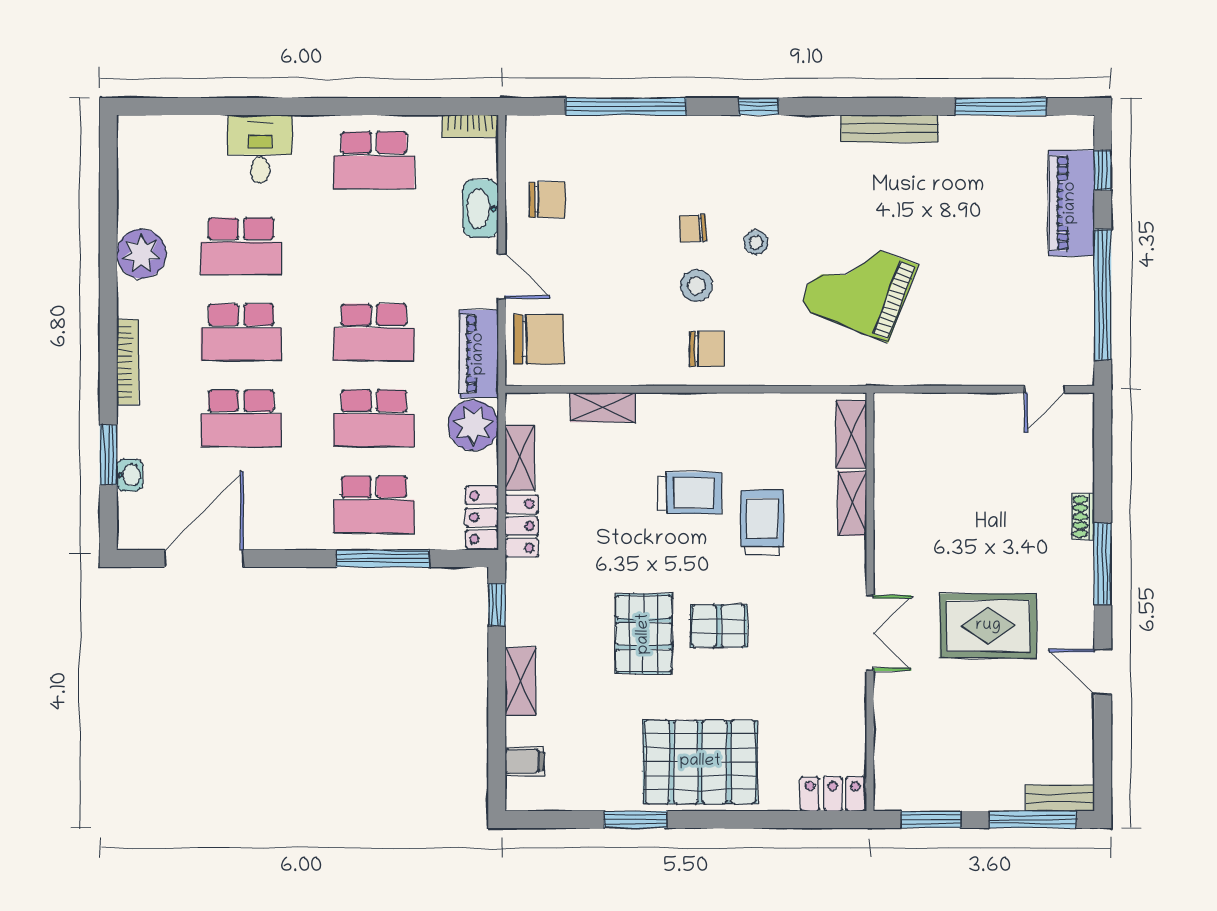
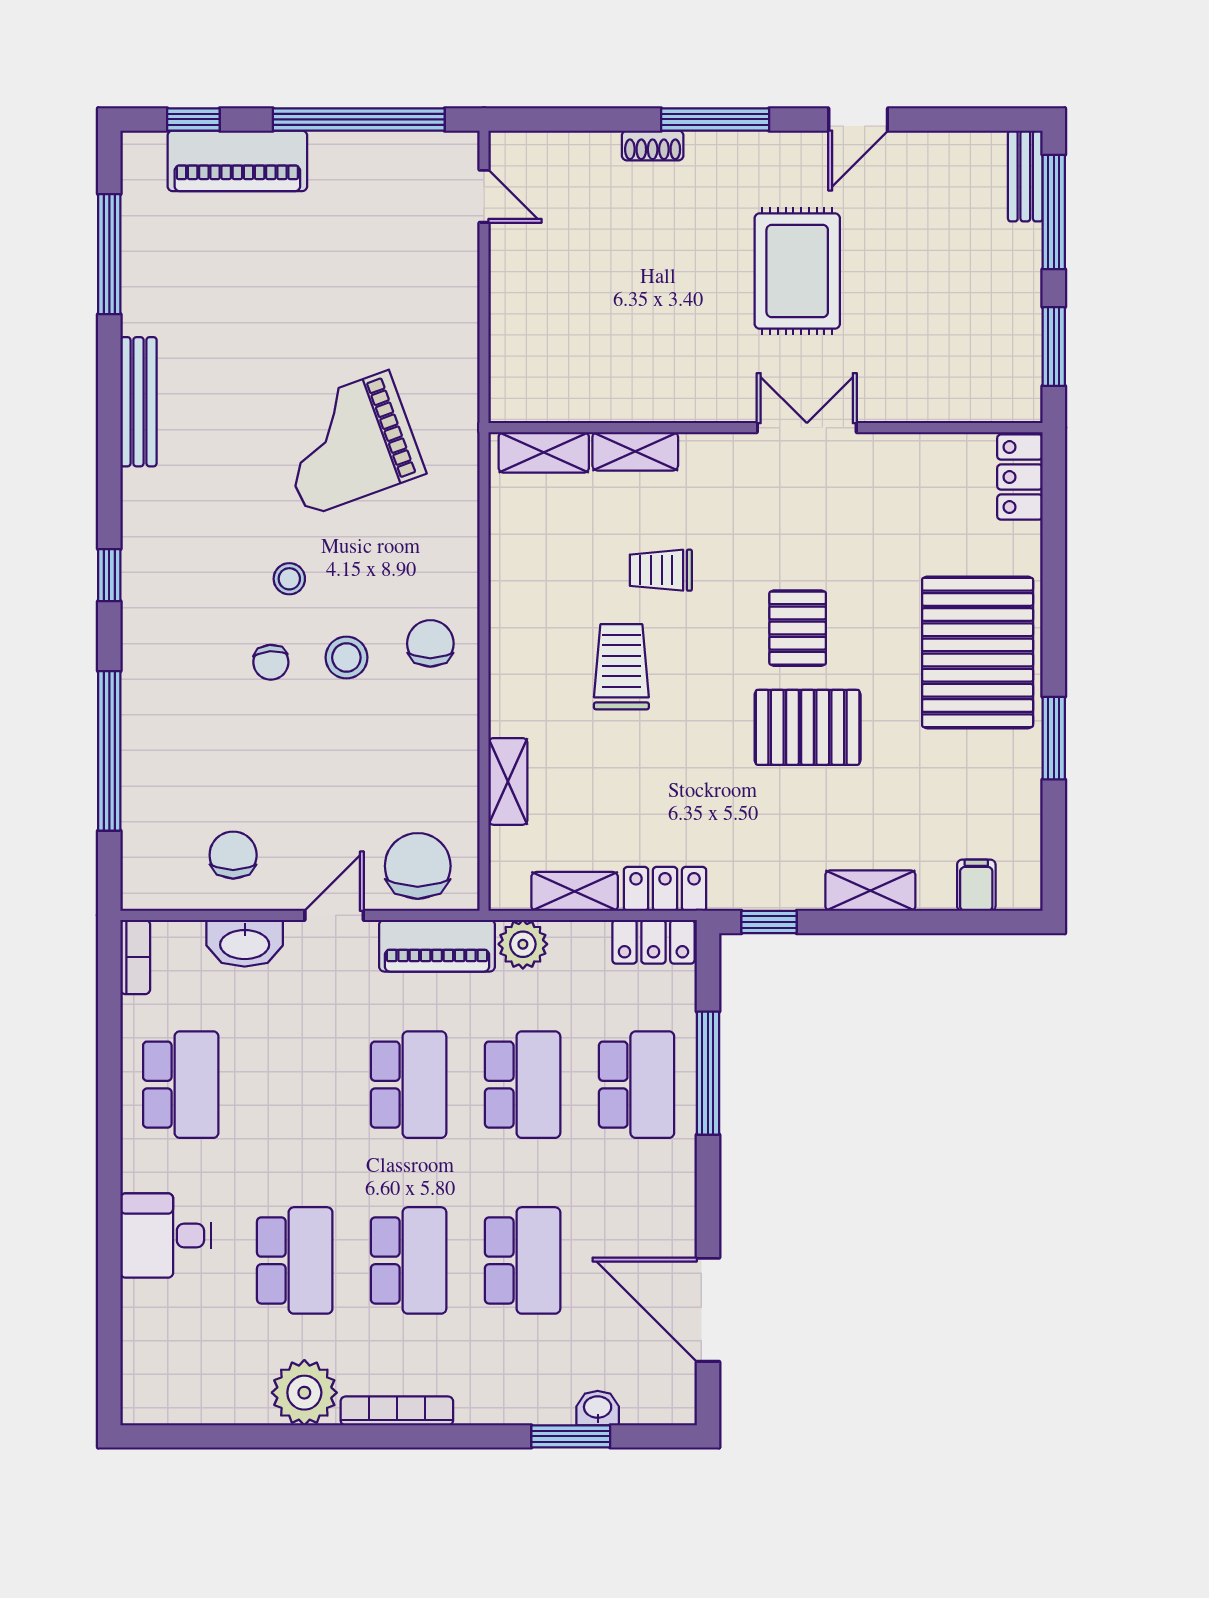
grand piano: (858, 287) -> (348, 443), turned 49
bookcase: (128, 362) -> (397, 1411), moved
plant: (473, 425) -> (523, 944), width x0.73, depth x0.73
trolley: (762, 523) -> (661, 570), width x0.73, depth x0.72

